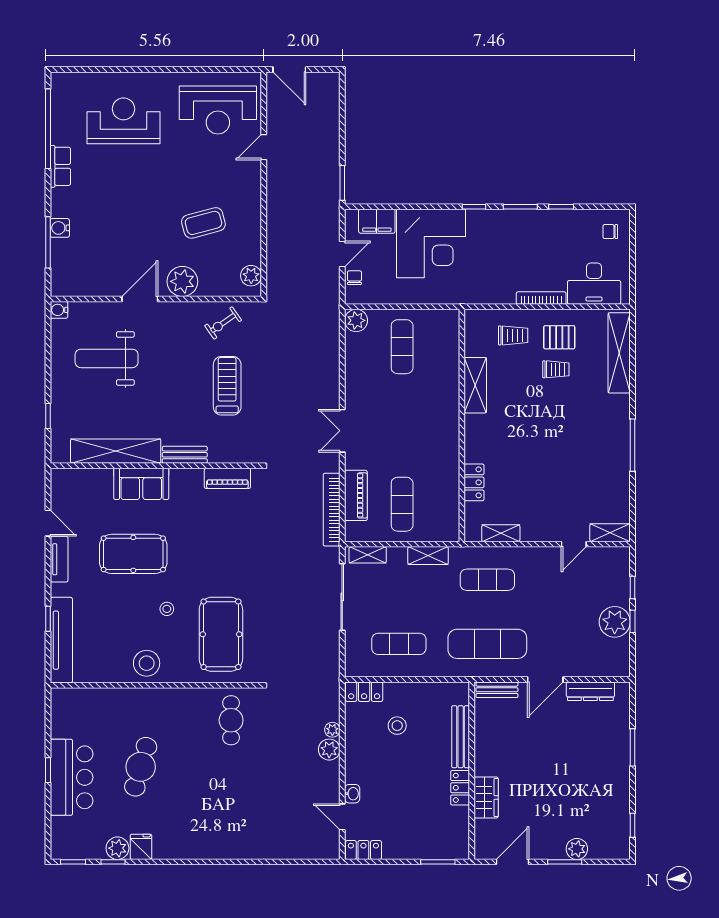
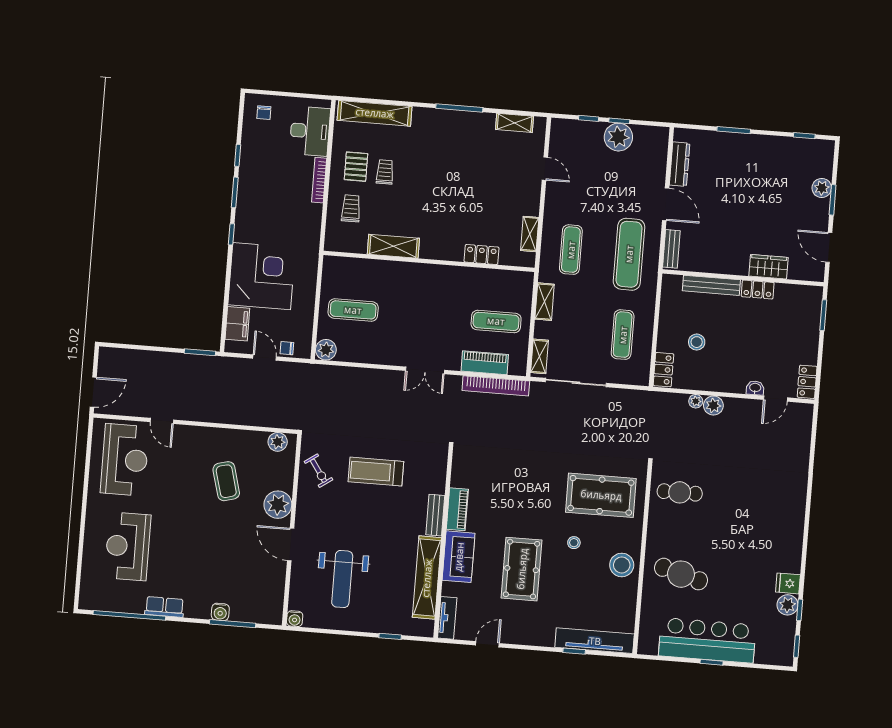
piano: (227, 478) -> (457, 509), moved
shelving: (610, 533) -> (515, 123), moved, turned 90
tv unit: (59, 559) -> (447, 618), moved, turned 90
cafe table: (141, 767) -> (681, 574), moved
bar counter: (72, 777) -> (707, 640), width x1.36

